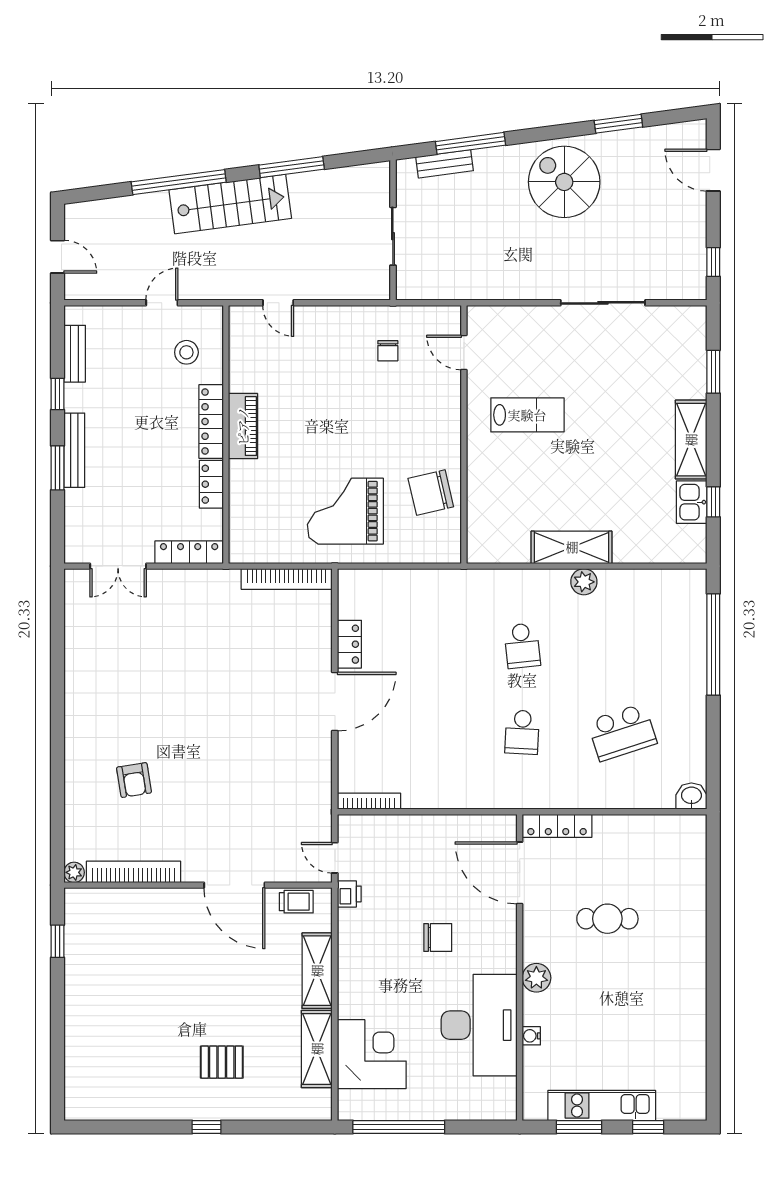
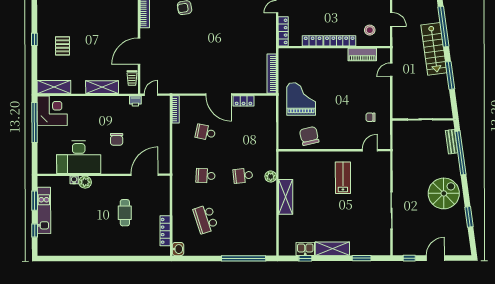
window: (471, 143) -> (460, 153), width x1.46
door: (713, 170) -> (435, 258), moved
lab bench: (527, 415) -> (343, 178), turned 180
piano: (243, 426) -> (362, 55), moved
plant: (584, 582) -> (271, 177), moved
school desk: (422, 732) -> (205, 132), added
locker: (557, 826) -> (165, 231), moved
plant: (536, 978) -> (85, 182), moved
shelving: (317, 1049) -> (54, 87), moved
corner desk: (372, 1054) -> (52, 111), moved, turned -90

